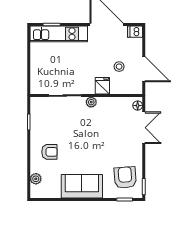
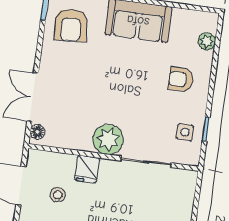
plant: (91, 102) -> (108, 139), width x1.87, depth x1.87
side table: (42, 118) -> (185, 132), added

